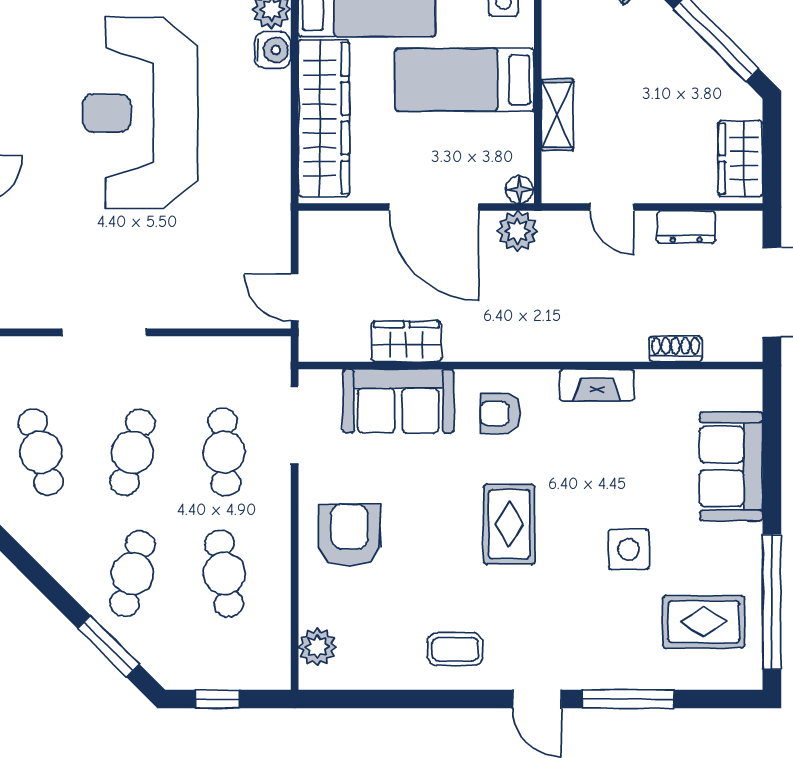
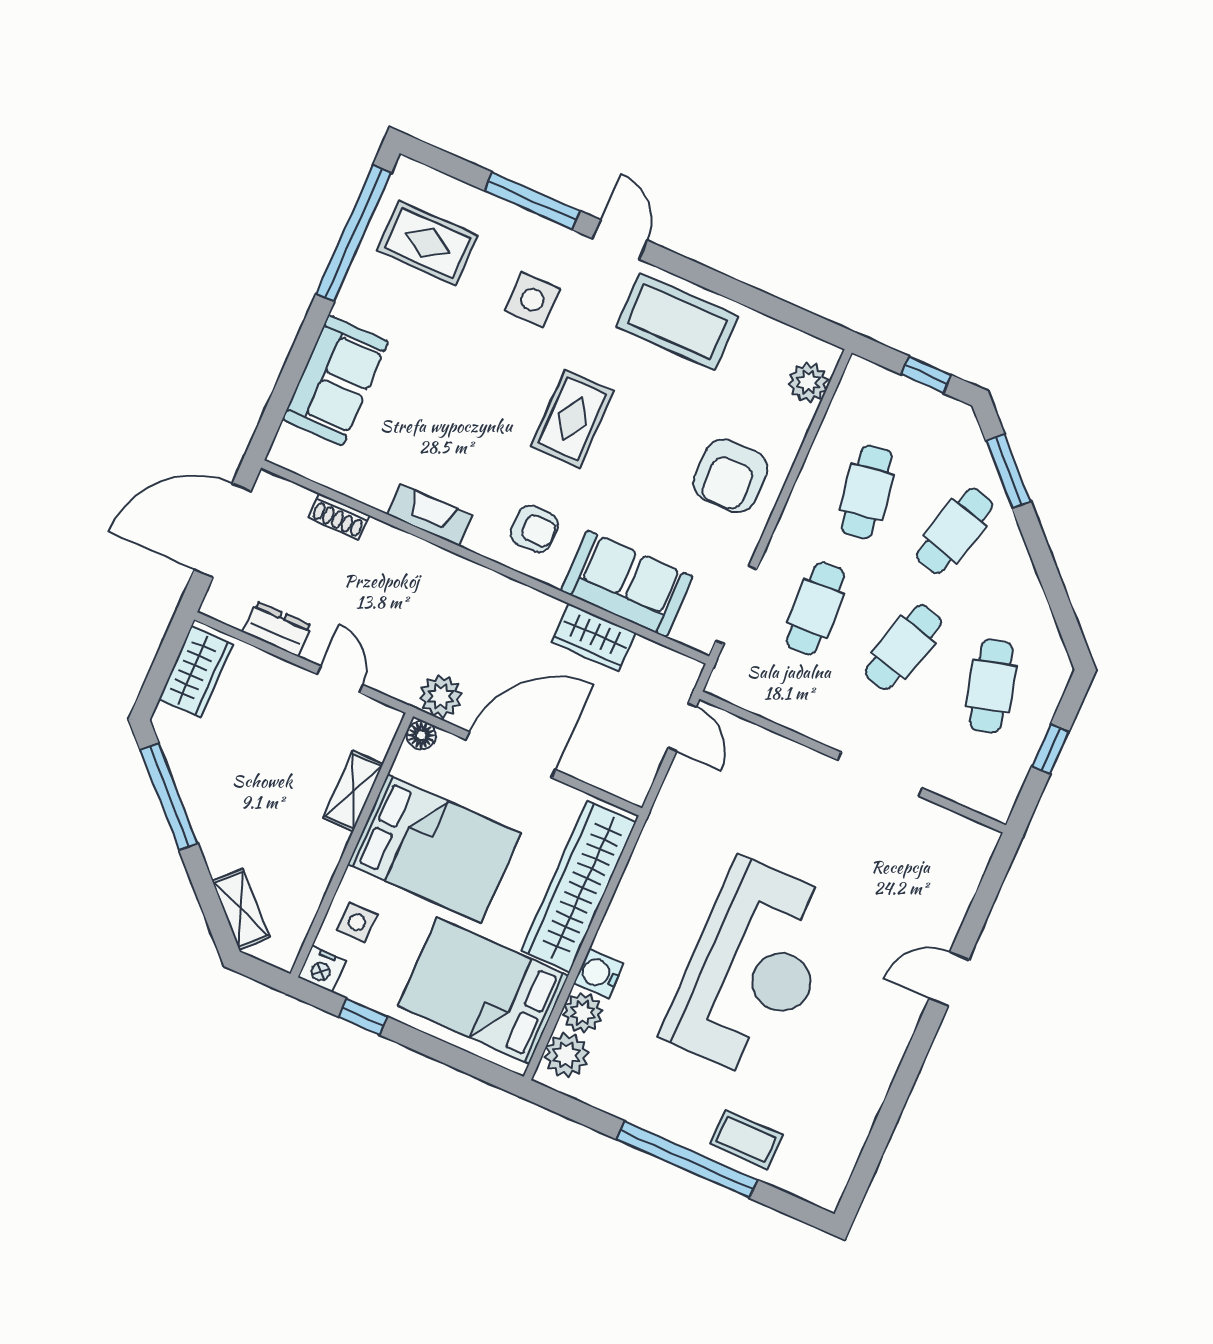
bed: (464, 80) -> (434, 849), width x1.50
door: (434, 207) -> (511, 755), hinge flipped
side table: (629, 549) -> (532, 300), moved
coffee table: (455, 649) -> (677, 322), width x1.86, depth x1.72

